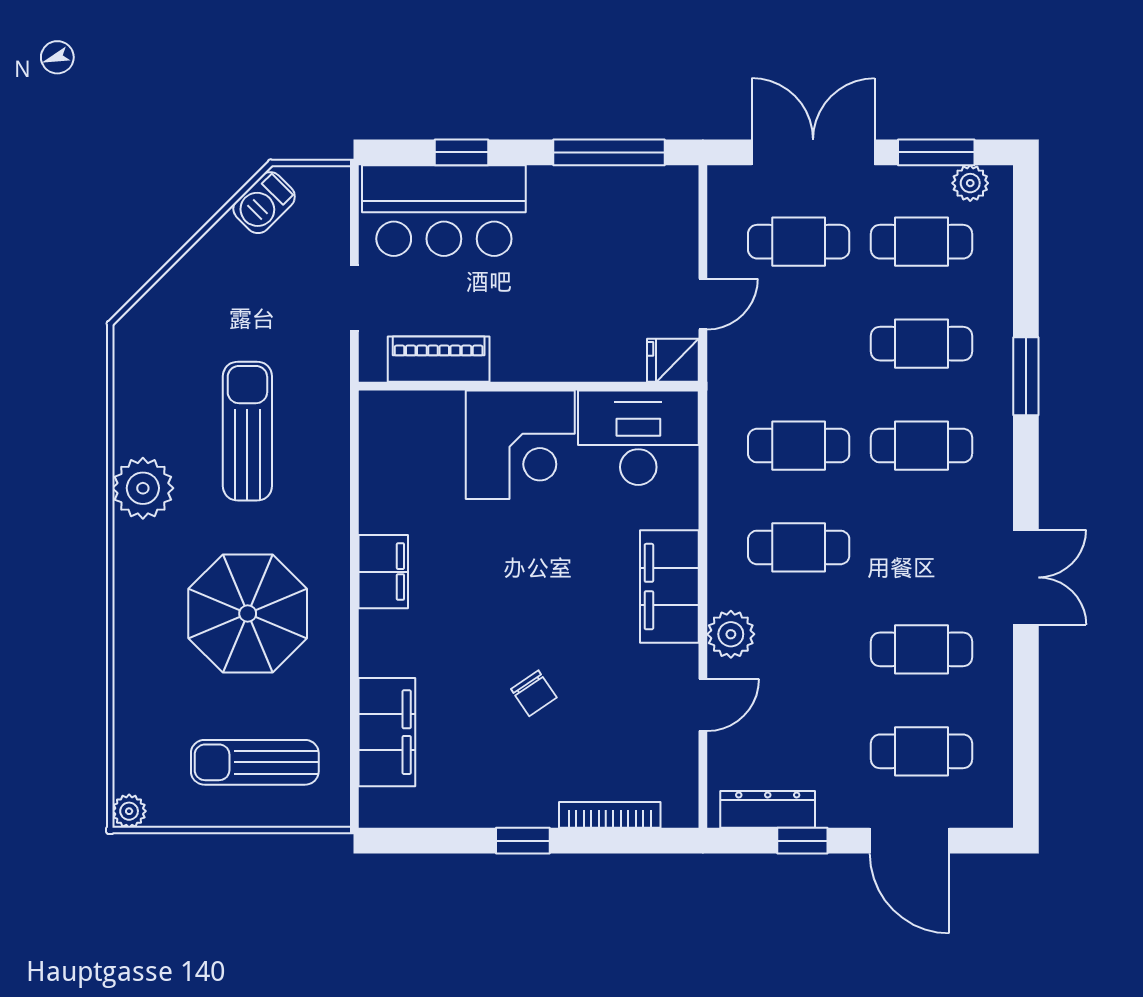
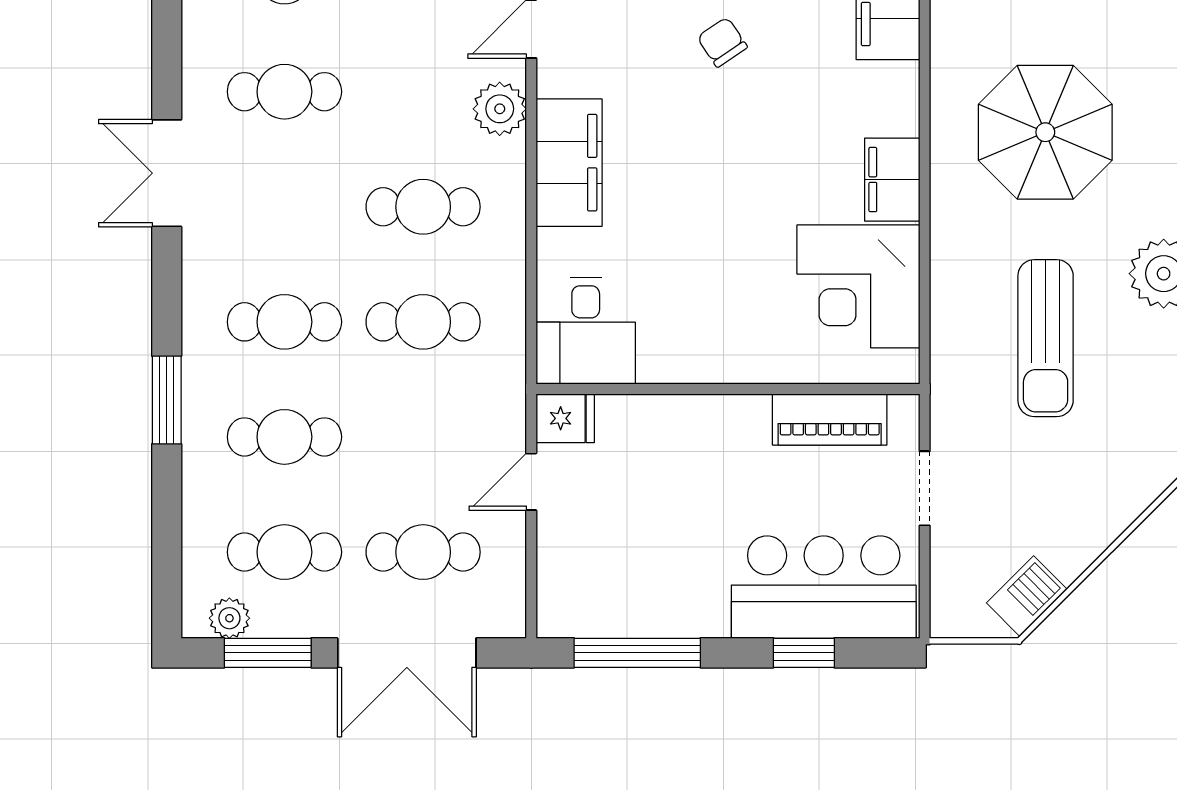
desk: (638, 438) -> (586, 331), width x0.73
corner desk: (520, 445) -> (858, 286), moved, turned -90

